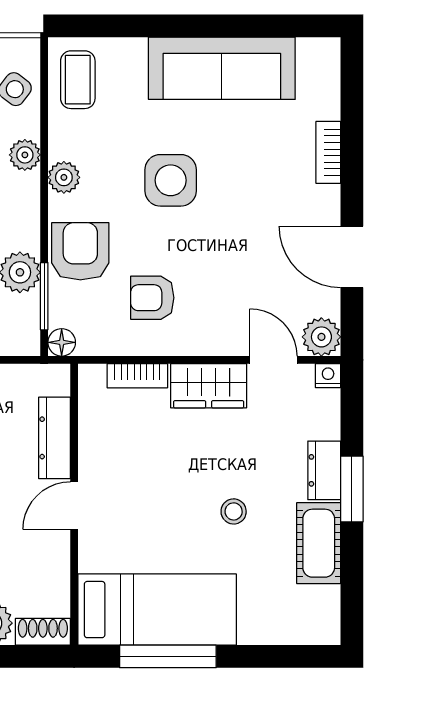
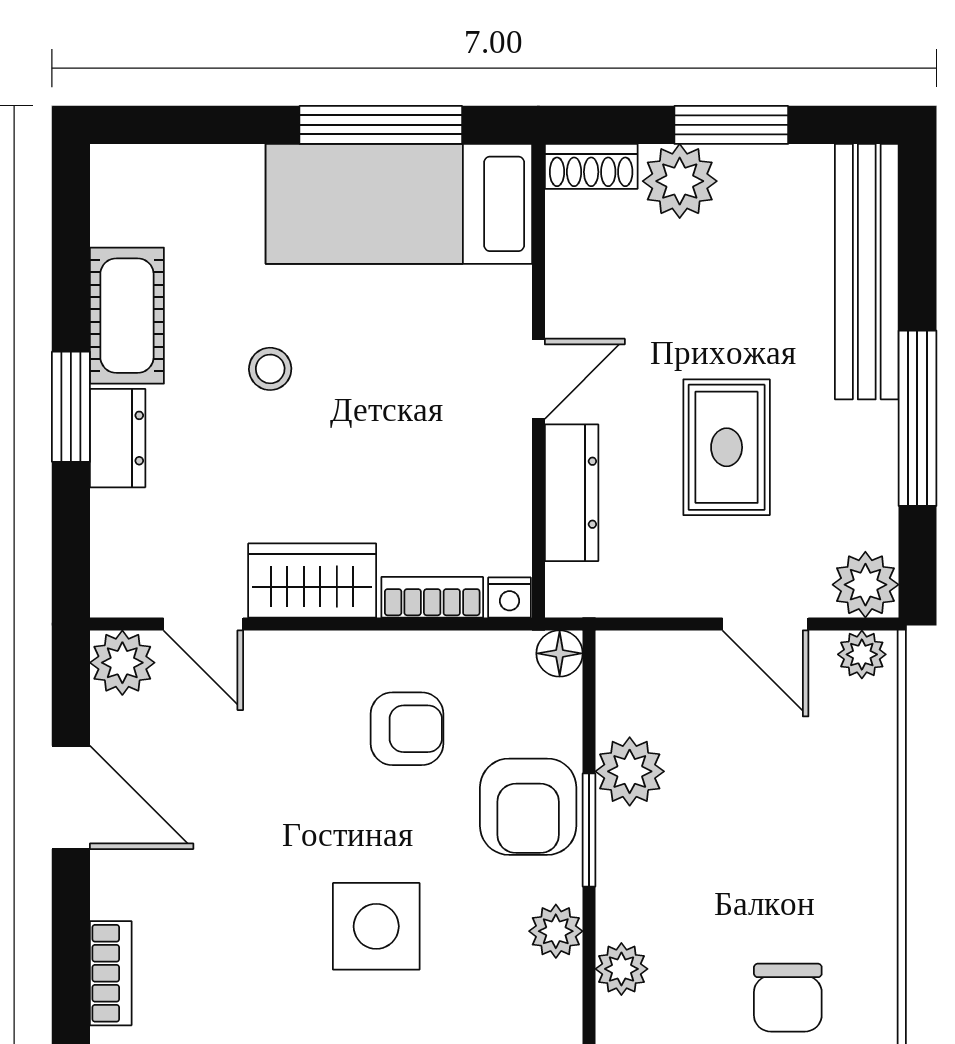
window: (44, 296) -> (589, 830), moved
nightstand: (328, 376) -> (510, 598), moved

